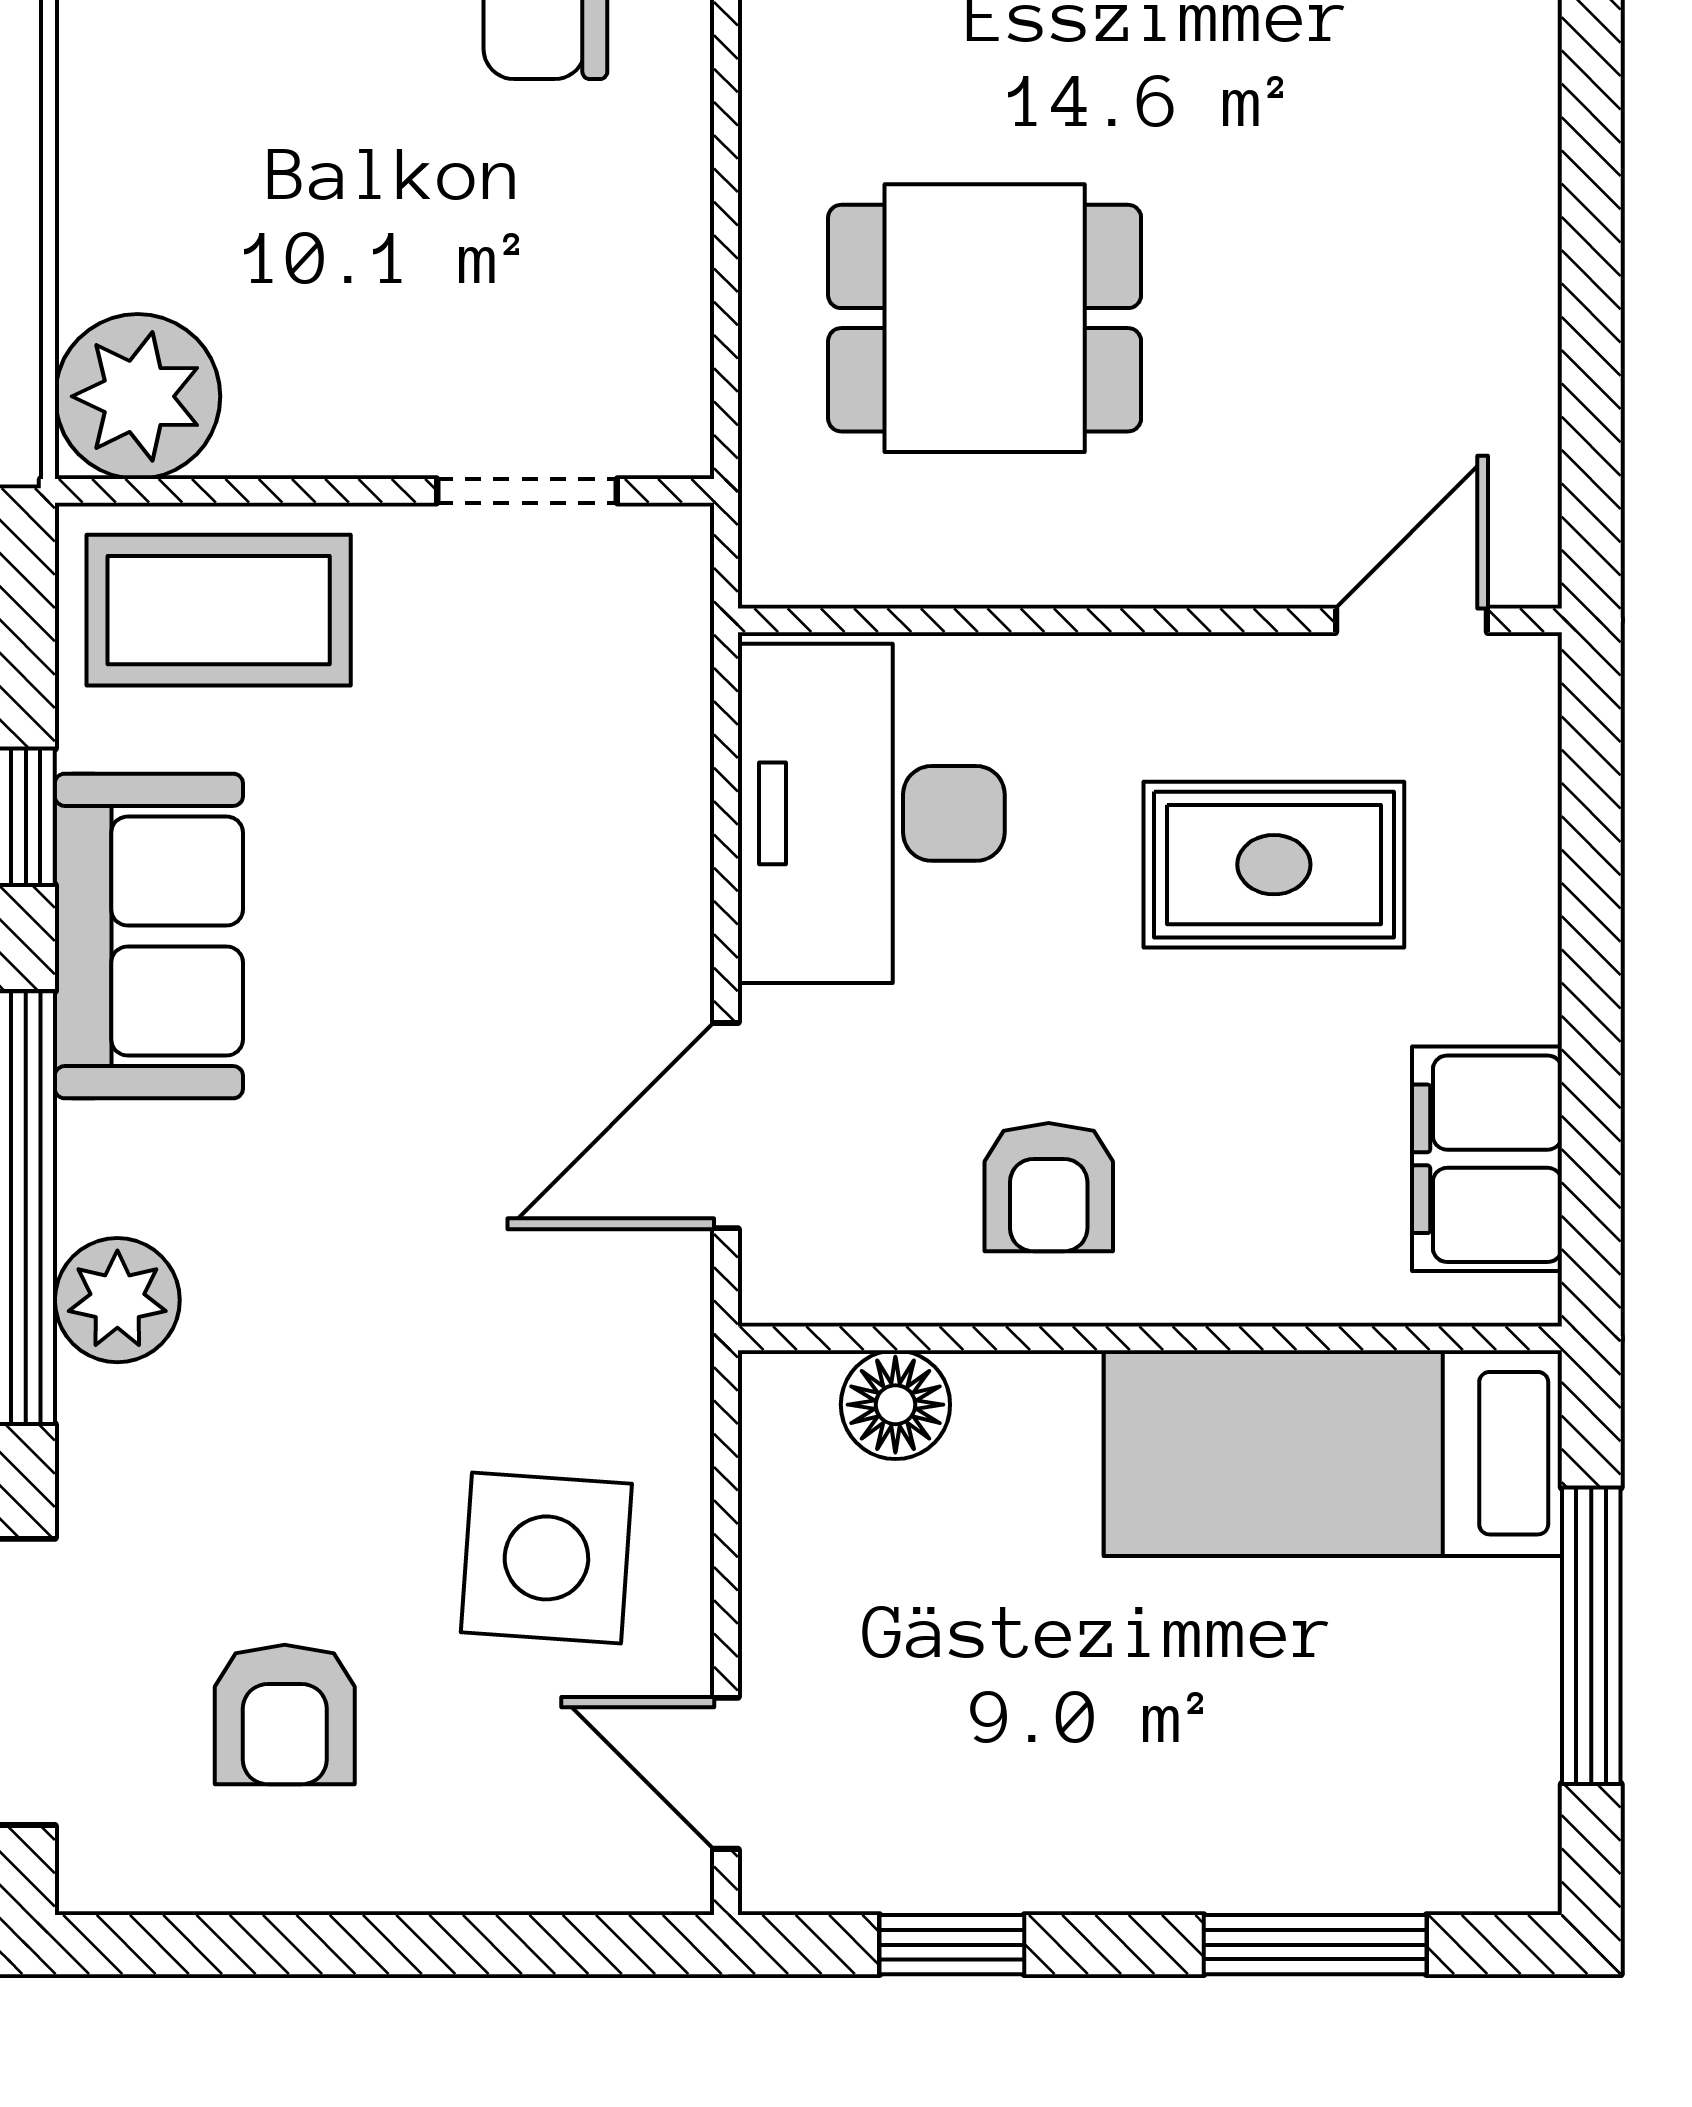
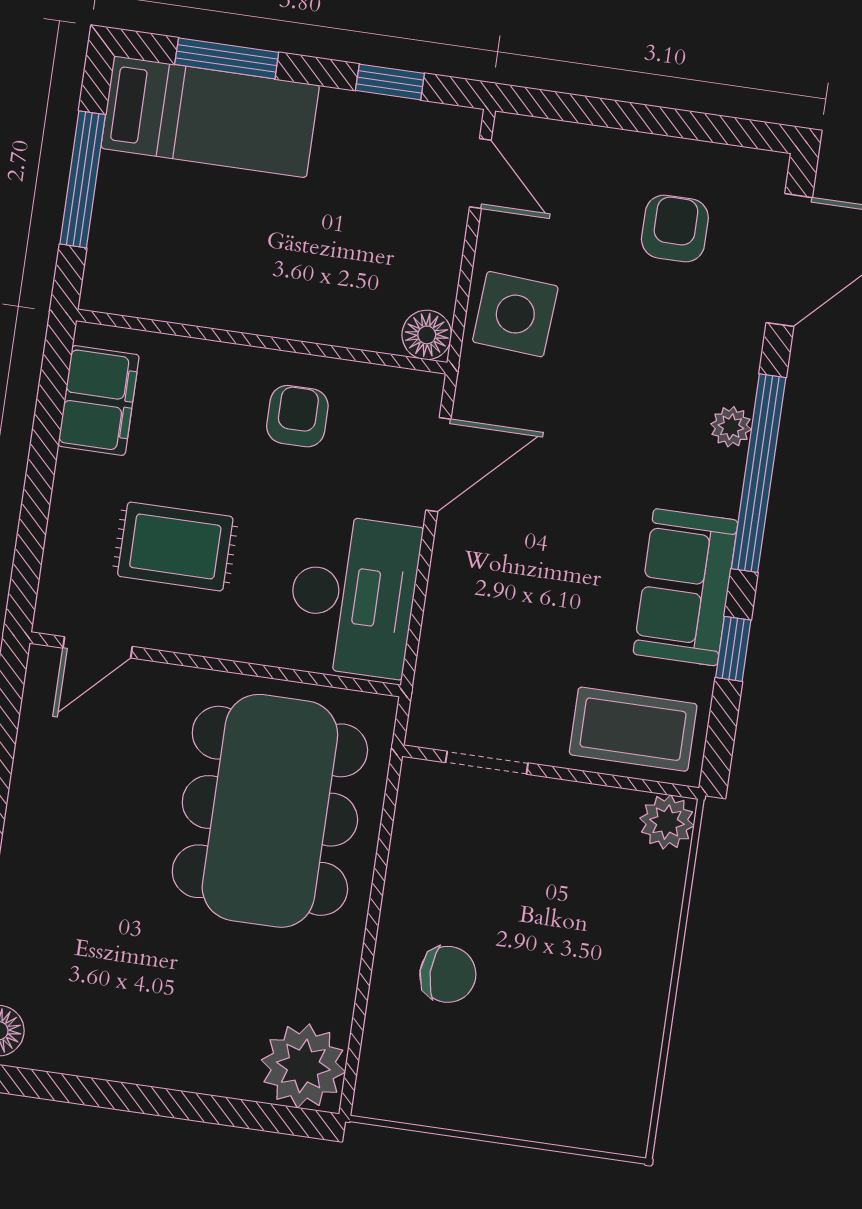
dining table: (985, 318) -> (270, 811), width x1.88, depth x1.24
plant: (138, 396) -> (667, 822), width x0.73, depth x0.73
plant: (117, 1300) -> (731, 427), width x0.73, depth x0.73
floor lamp: (895, 1405) -> (427, 335), moved
bed: (1333, 1453) -> (210, 117), moved
side table: (546, 1558) -> (515, 314), moved

